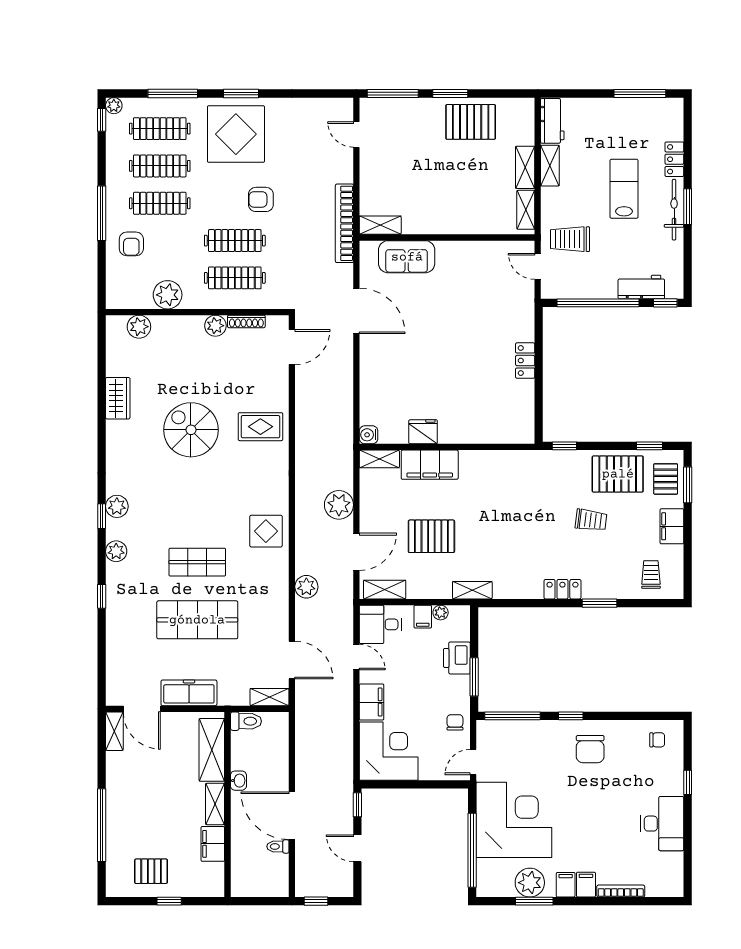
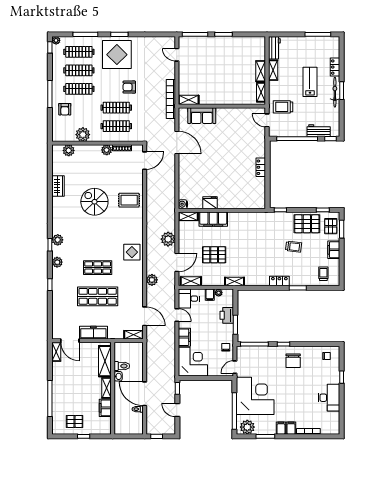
pallet: (471, 122) -> (234, 48), removed
toilet: (246, 721) -> (122, 366), moved
plant: (530, 883) -> (247, 427), moved

